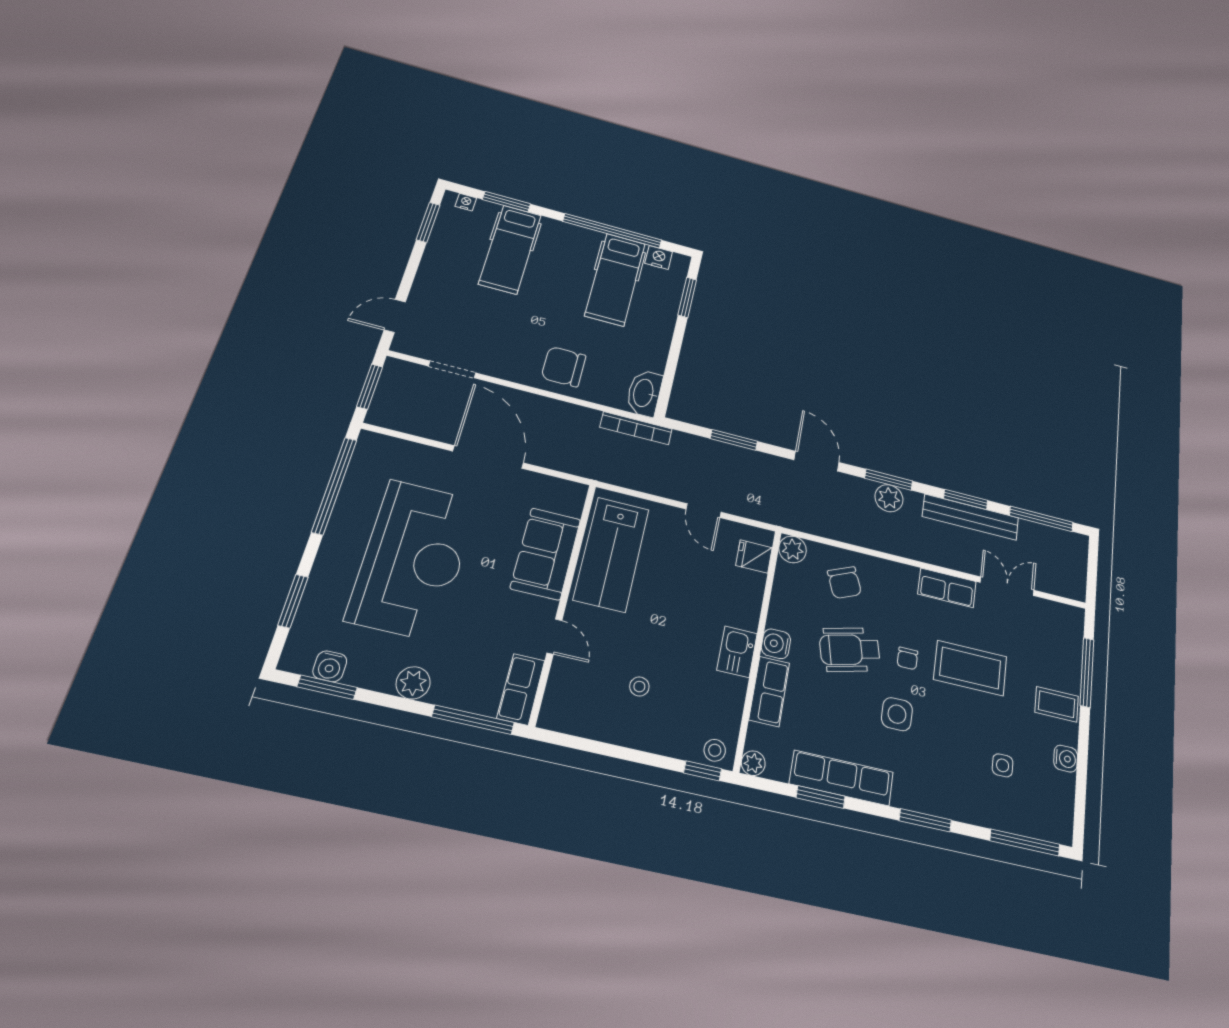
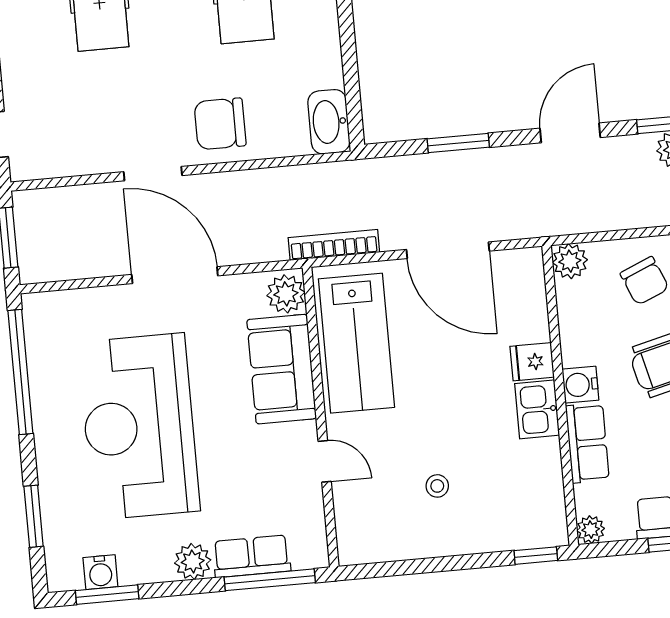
doorway: (452, 369) -> (153, 174), moved
bookcase: (636, 428) -> (334, 245), moved, turned 180
door: (817, 461) -> (570, 133), hinge flipped
plant: (569, 500) -> (286, 294), added
door: (704, 511) -> (448, 250), width x1.87
fridge: (754, 557) -> (532, 362), moved
reception desk: (413, 559) -> (139, 427), turned 180
row of seats: (521, 689) -> (252, 556), moved, turned 90
stool: (715, 750) -> (543, 529), removed

